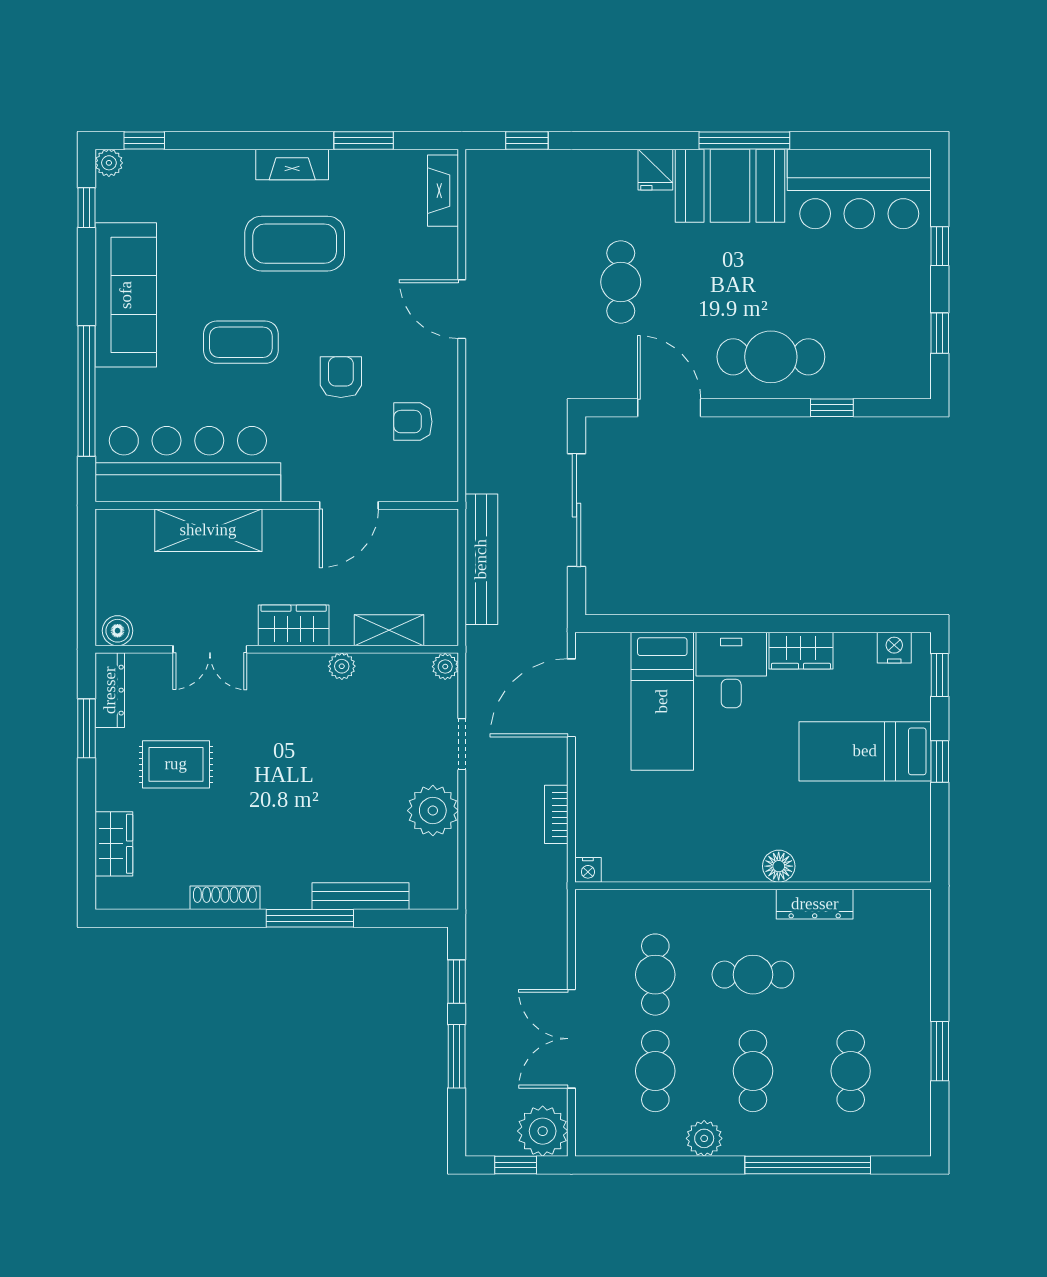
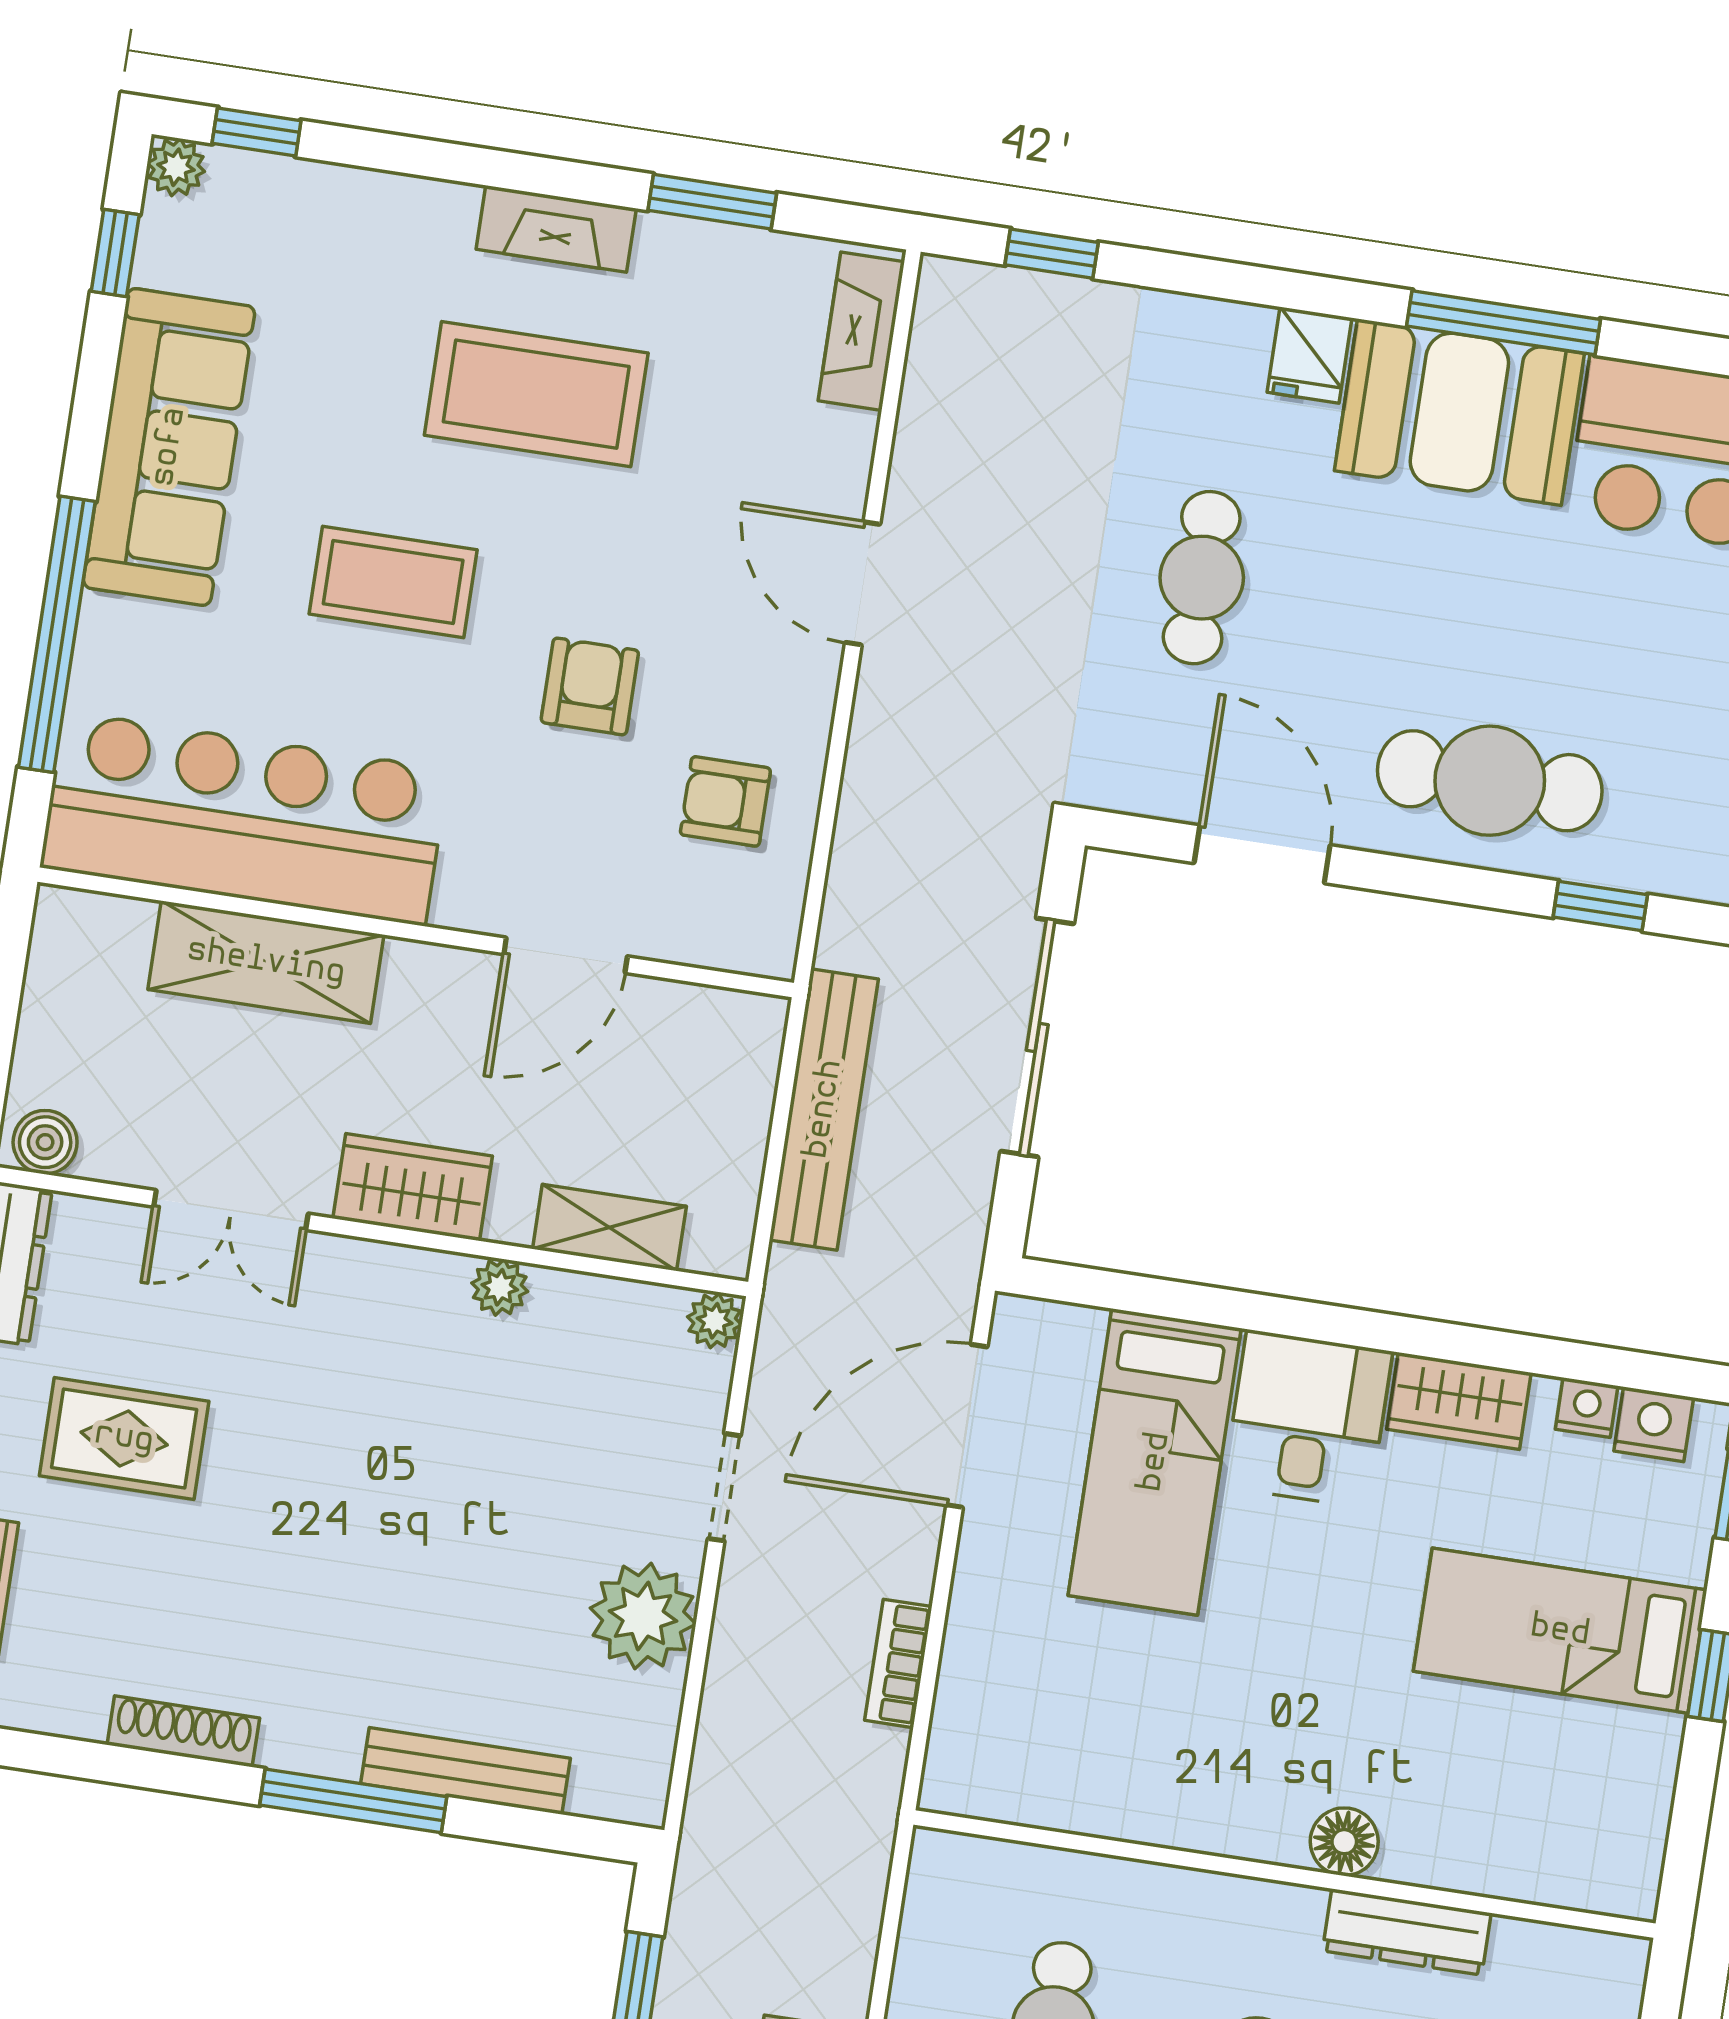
nightstand: (588, 870) -> (1587, 1408), moved, turned 180

